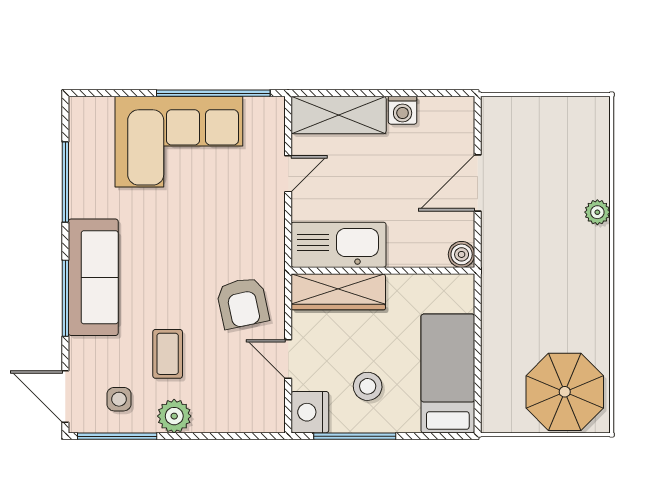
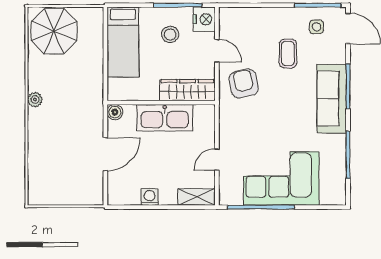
shelving: (339, 115) -> (197, 197), width x0.67, depth x0.75
plant: (597, 212) -> (35, 100), moved
kitchen sink: (339, 245) -> (165, 118), moved
plant: (174, 416) -> (284, 17), removed

